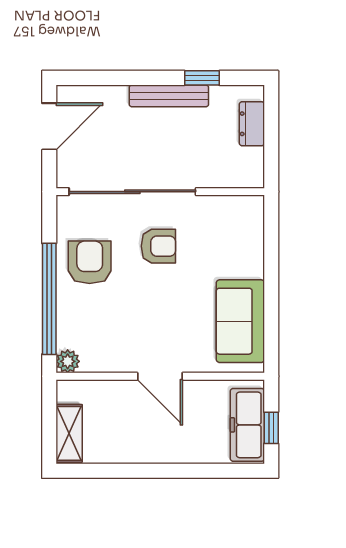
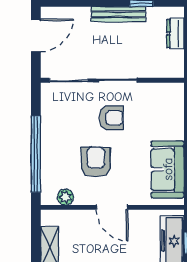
armchair: (90, 262) -> (96, 162), moved
plant: (68, 361) -> (66, 197), moved

